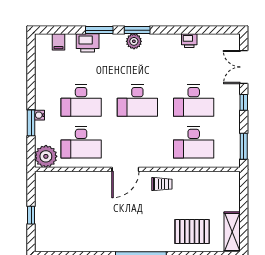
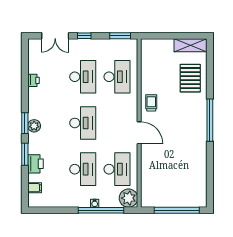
window: (31, 123) -> (101, 210), width x2.11
window: (31, 215) -> (177, 210), width x3.17

